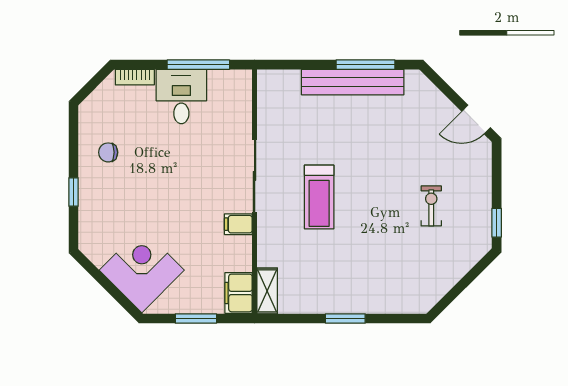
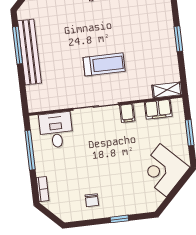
desk: (181, 96) -> (56, 130), moved, turned 90
filing cabinet: (239, 293) -> (158, 109), moved

